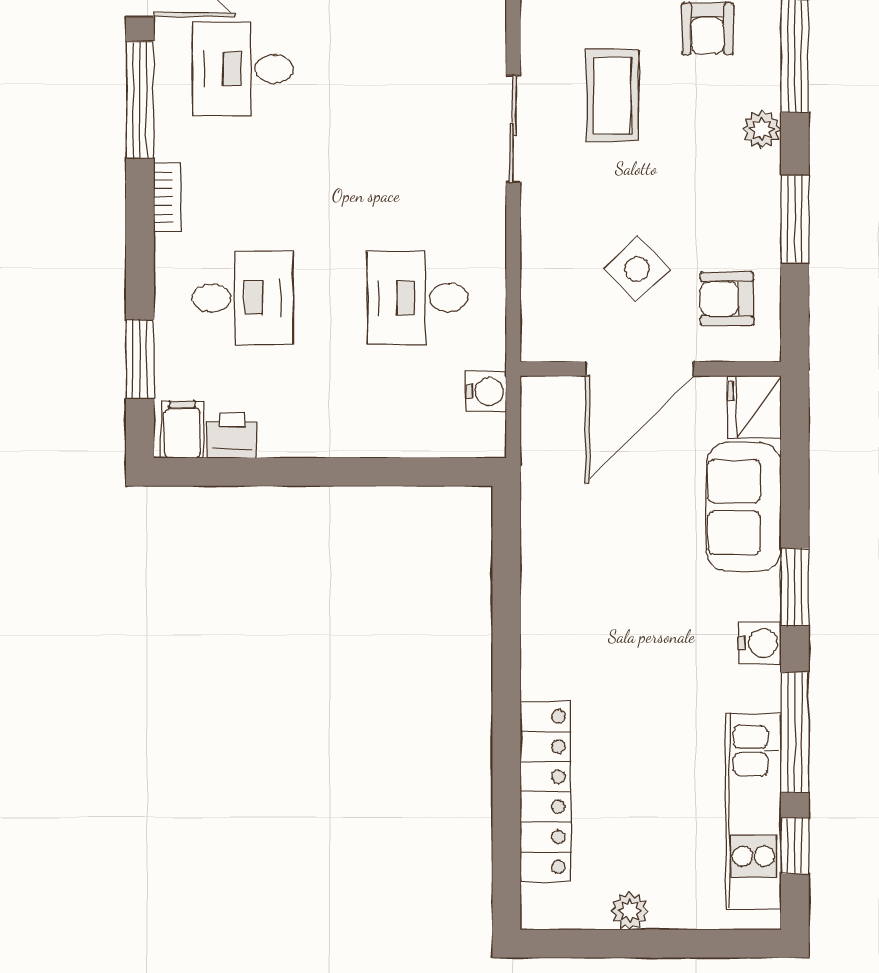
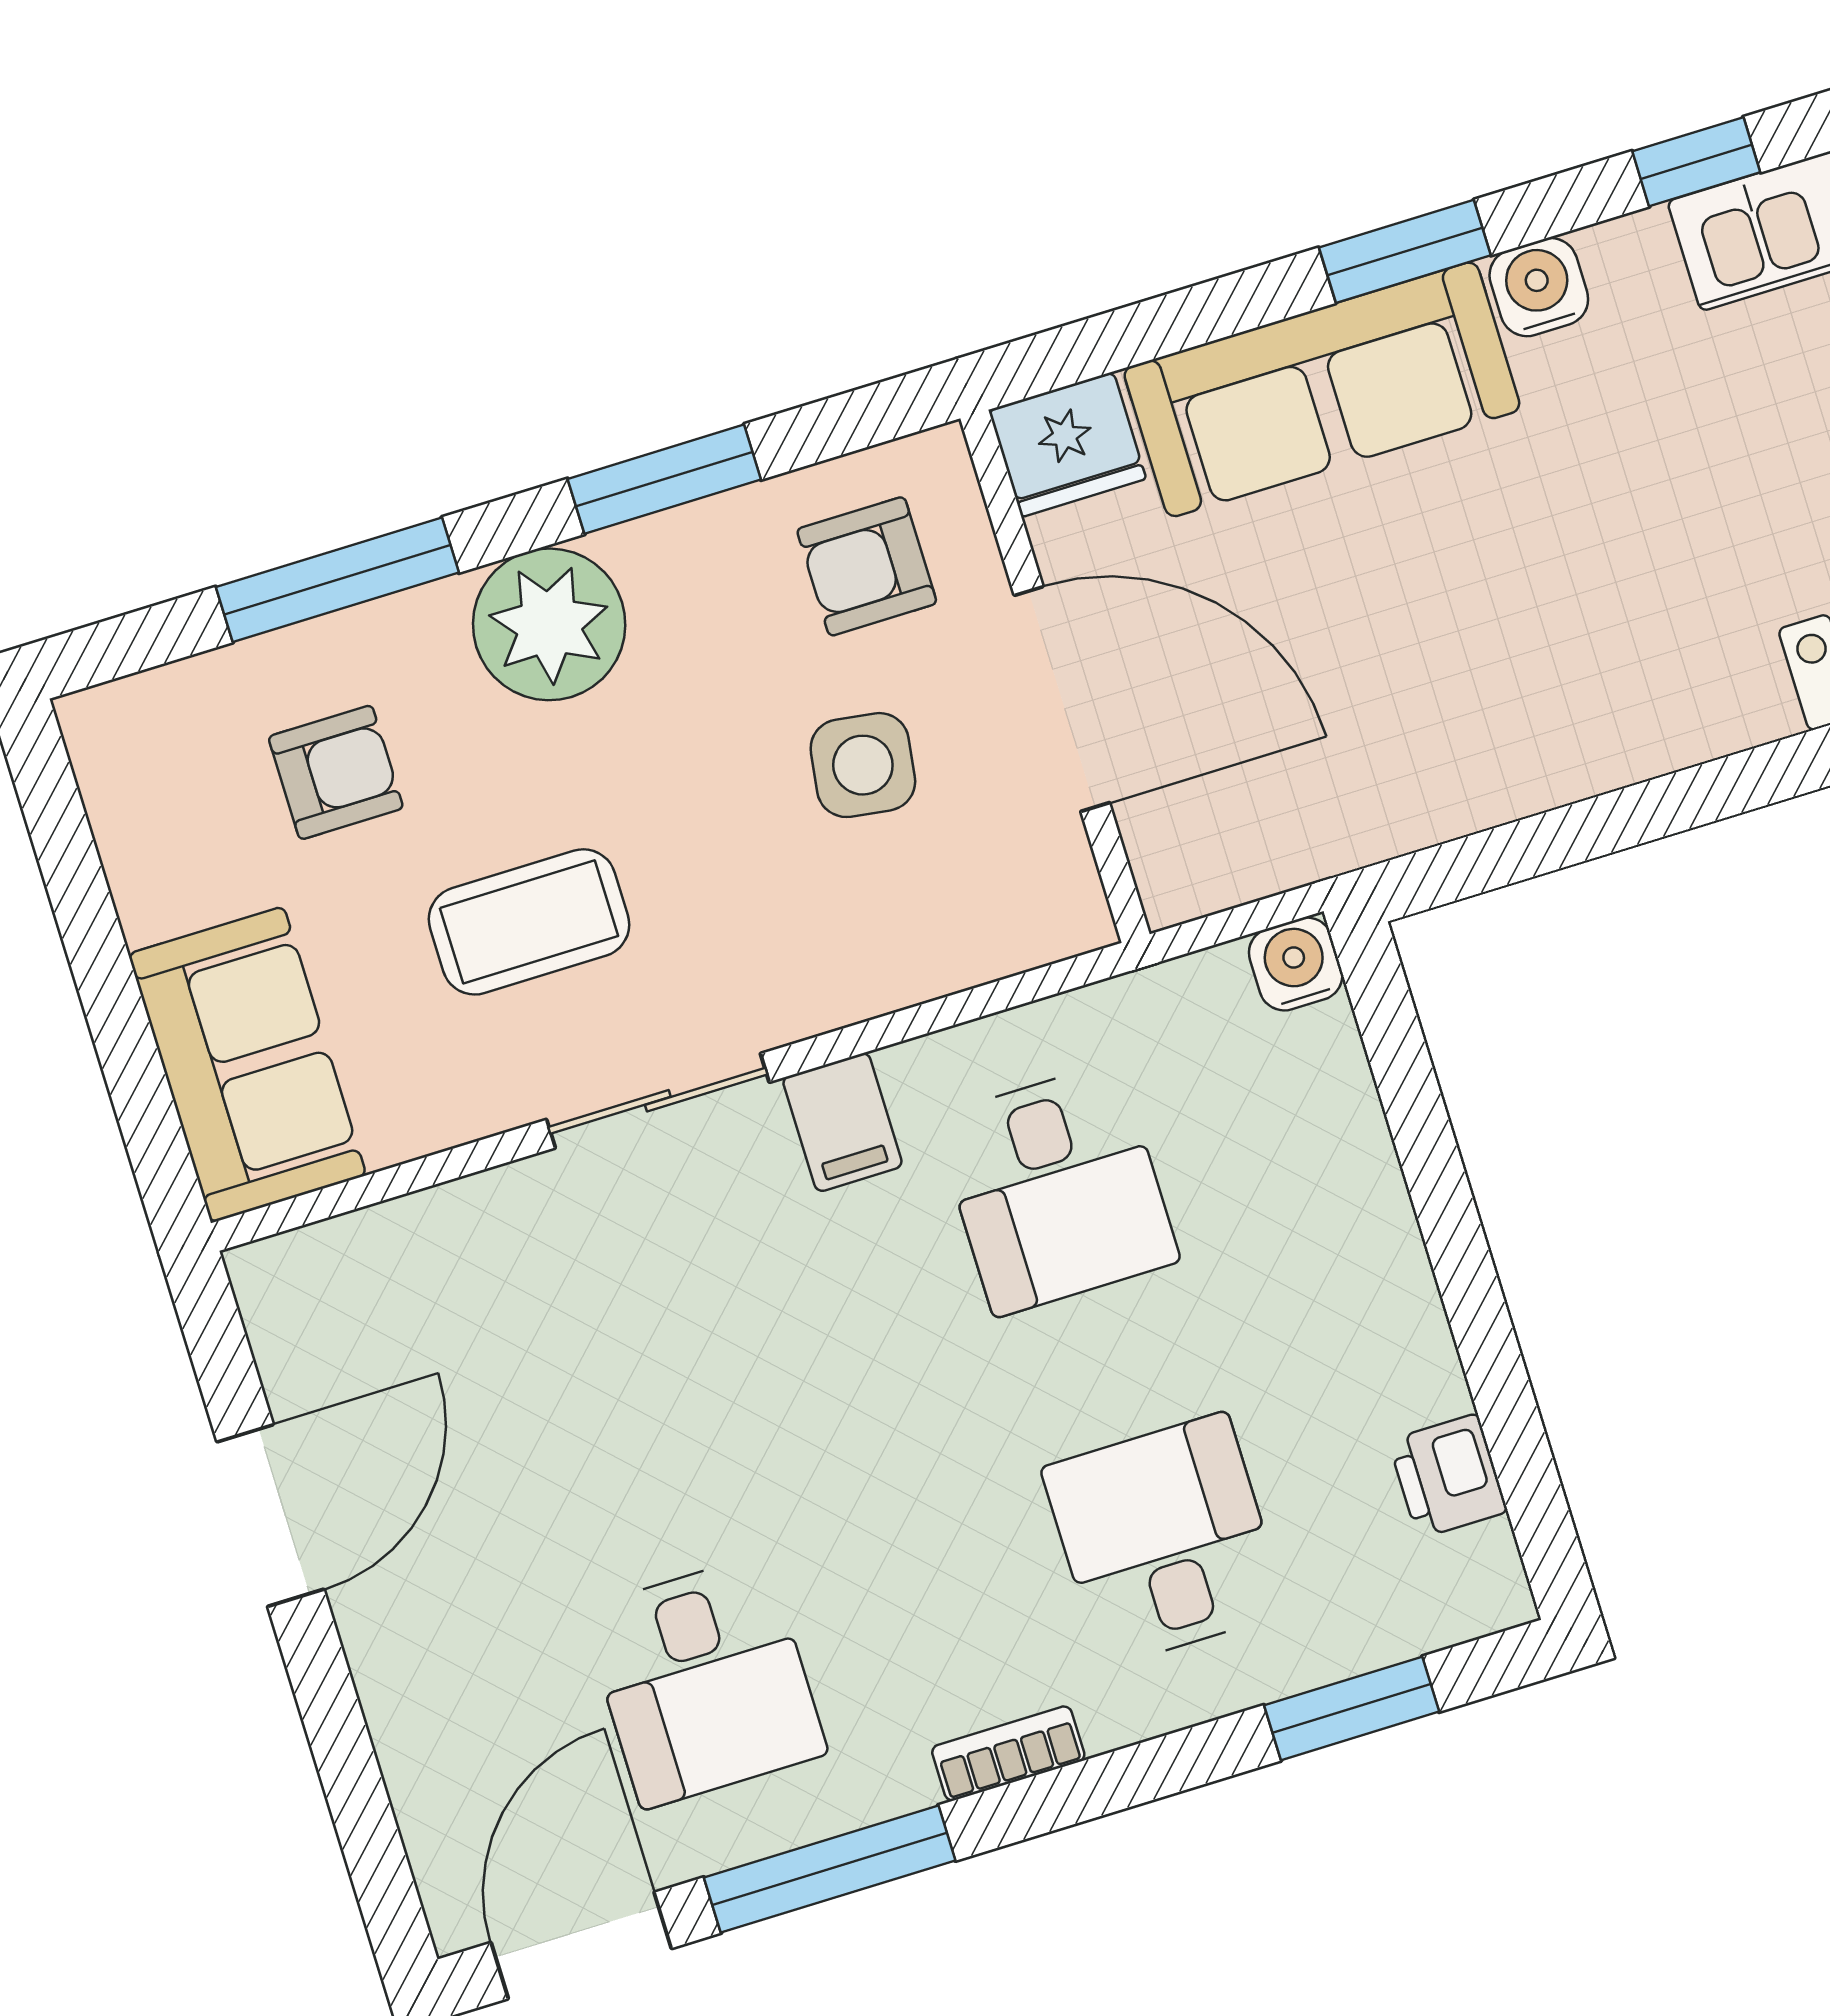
plant: (762, 129) -> (549, 624), width x1.88, depth x1.88
side table: (637, 269) -> (863, 765), turned -38
armchair: (727, 299) -> (867, 566), turned 90
water cooler: (486, 391) -> (1296, 964), moved
filing cabinet: (182, 429) -> (842, 1122), moved, turned -90
sofa: (744, 507) -> (1322, 389), width x1.36
window: (795, 732) -> (1696, 162), width x0.46

